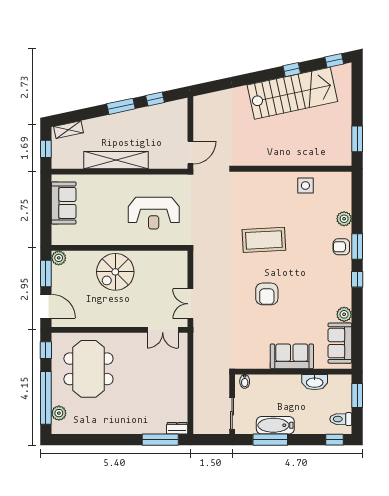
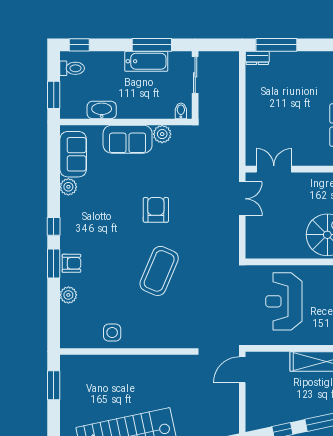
reception desk: (154, 213) -> (284, 301), turned -90
coffee table: (264, 240) -> (159, 271), turned -64
plant: (261, 361) -> (162, 134), added

